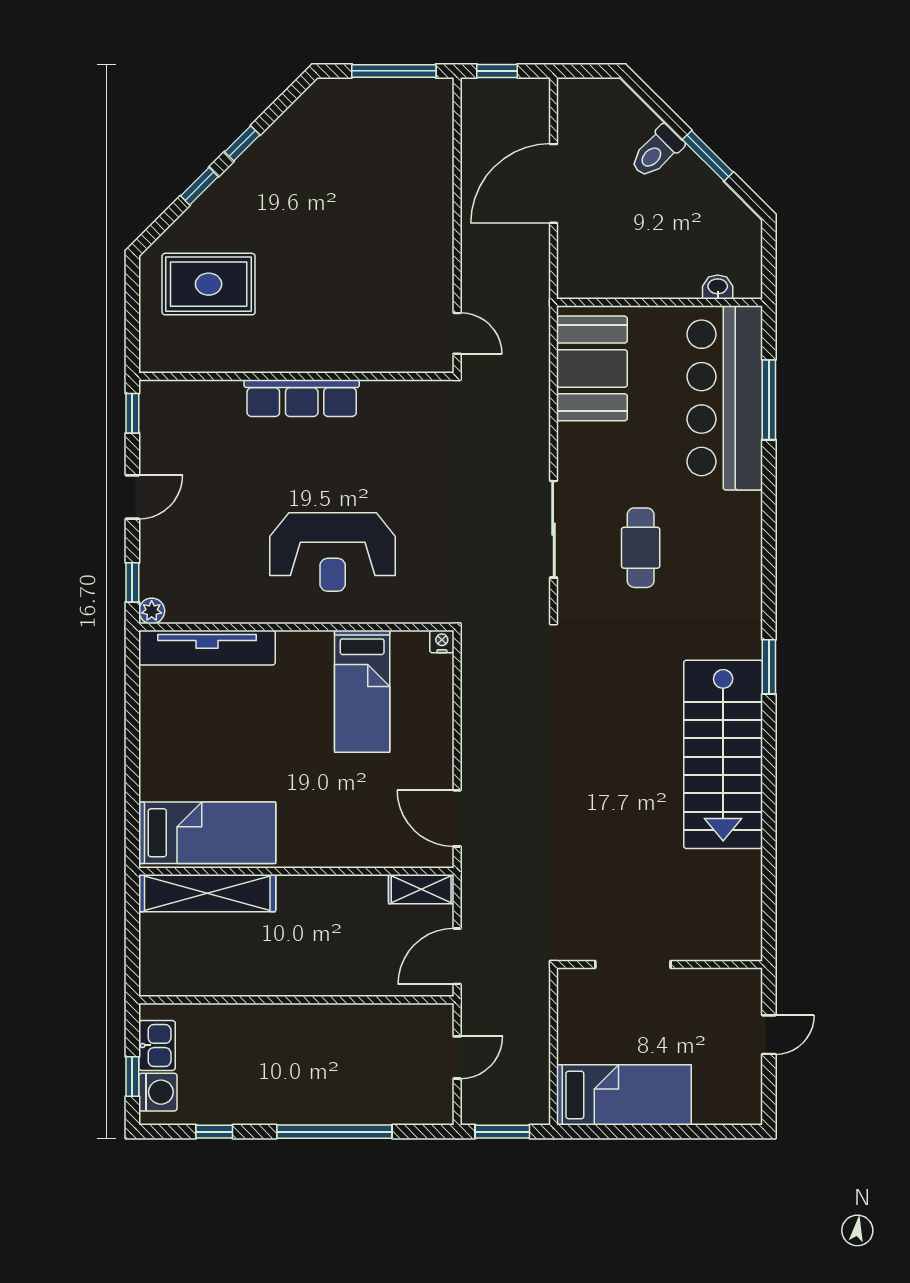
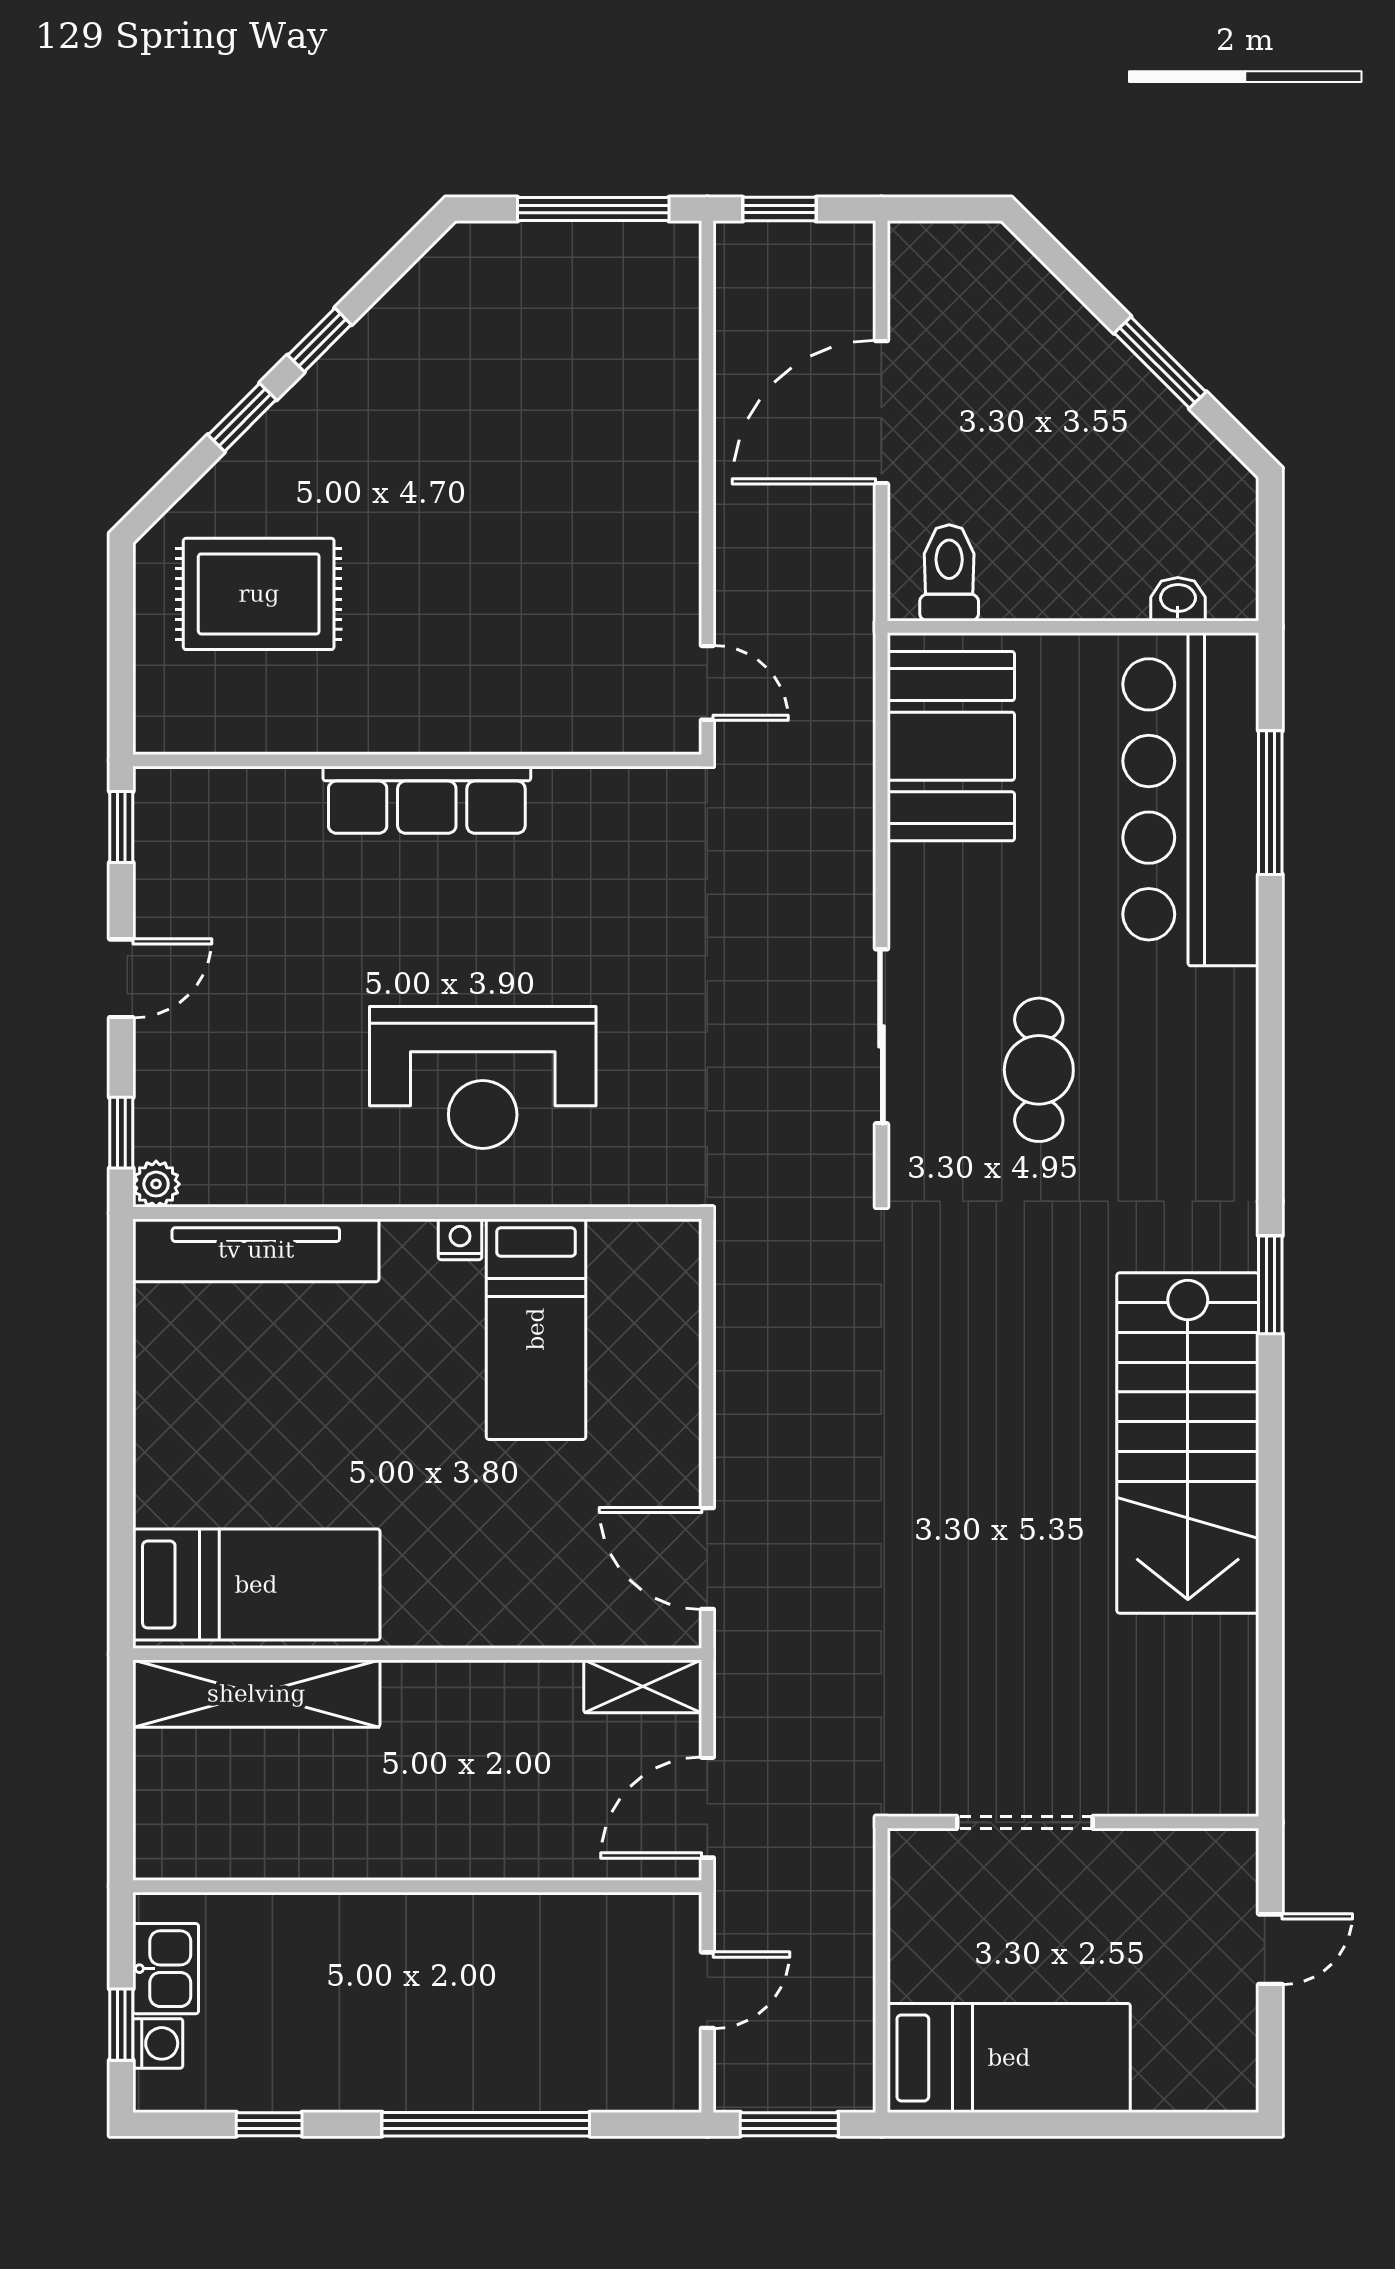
toilet: (657, 152) -> (949, 573), moved, turned 135
nightstand: (442, 642) -> (460, 1239), moved
washing machine: (158, 1092) -> (158, 2043), width x0.73, depth x0.73

